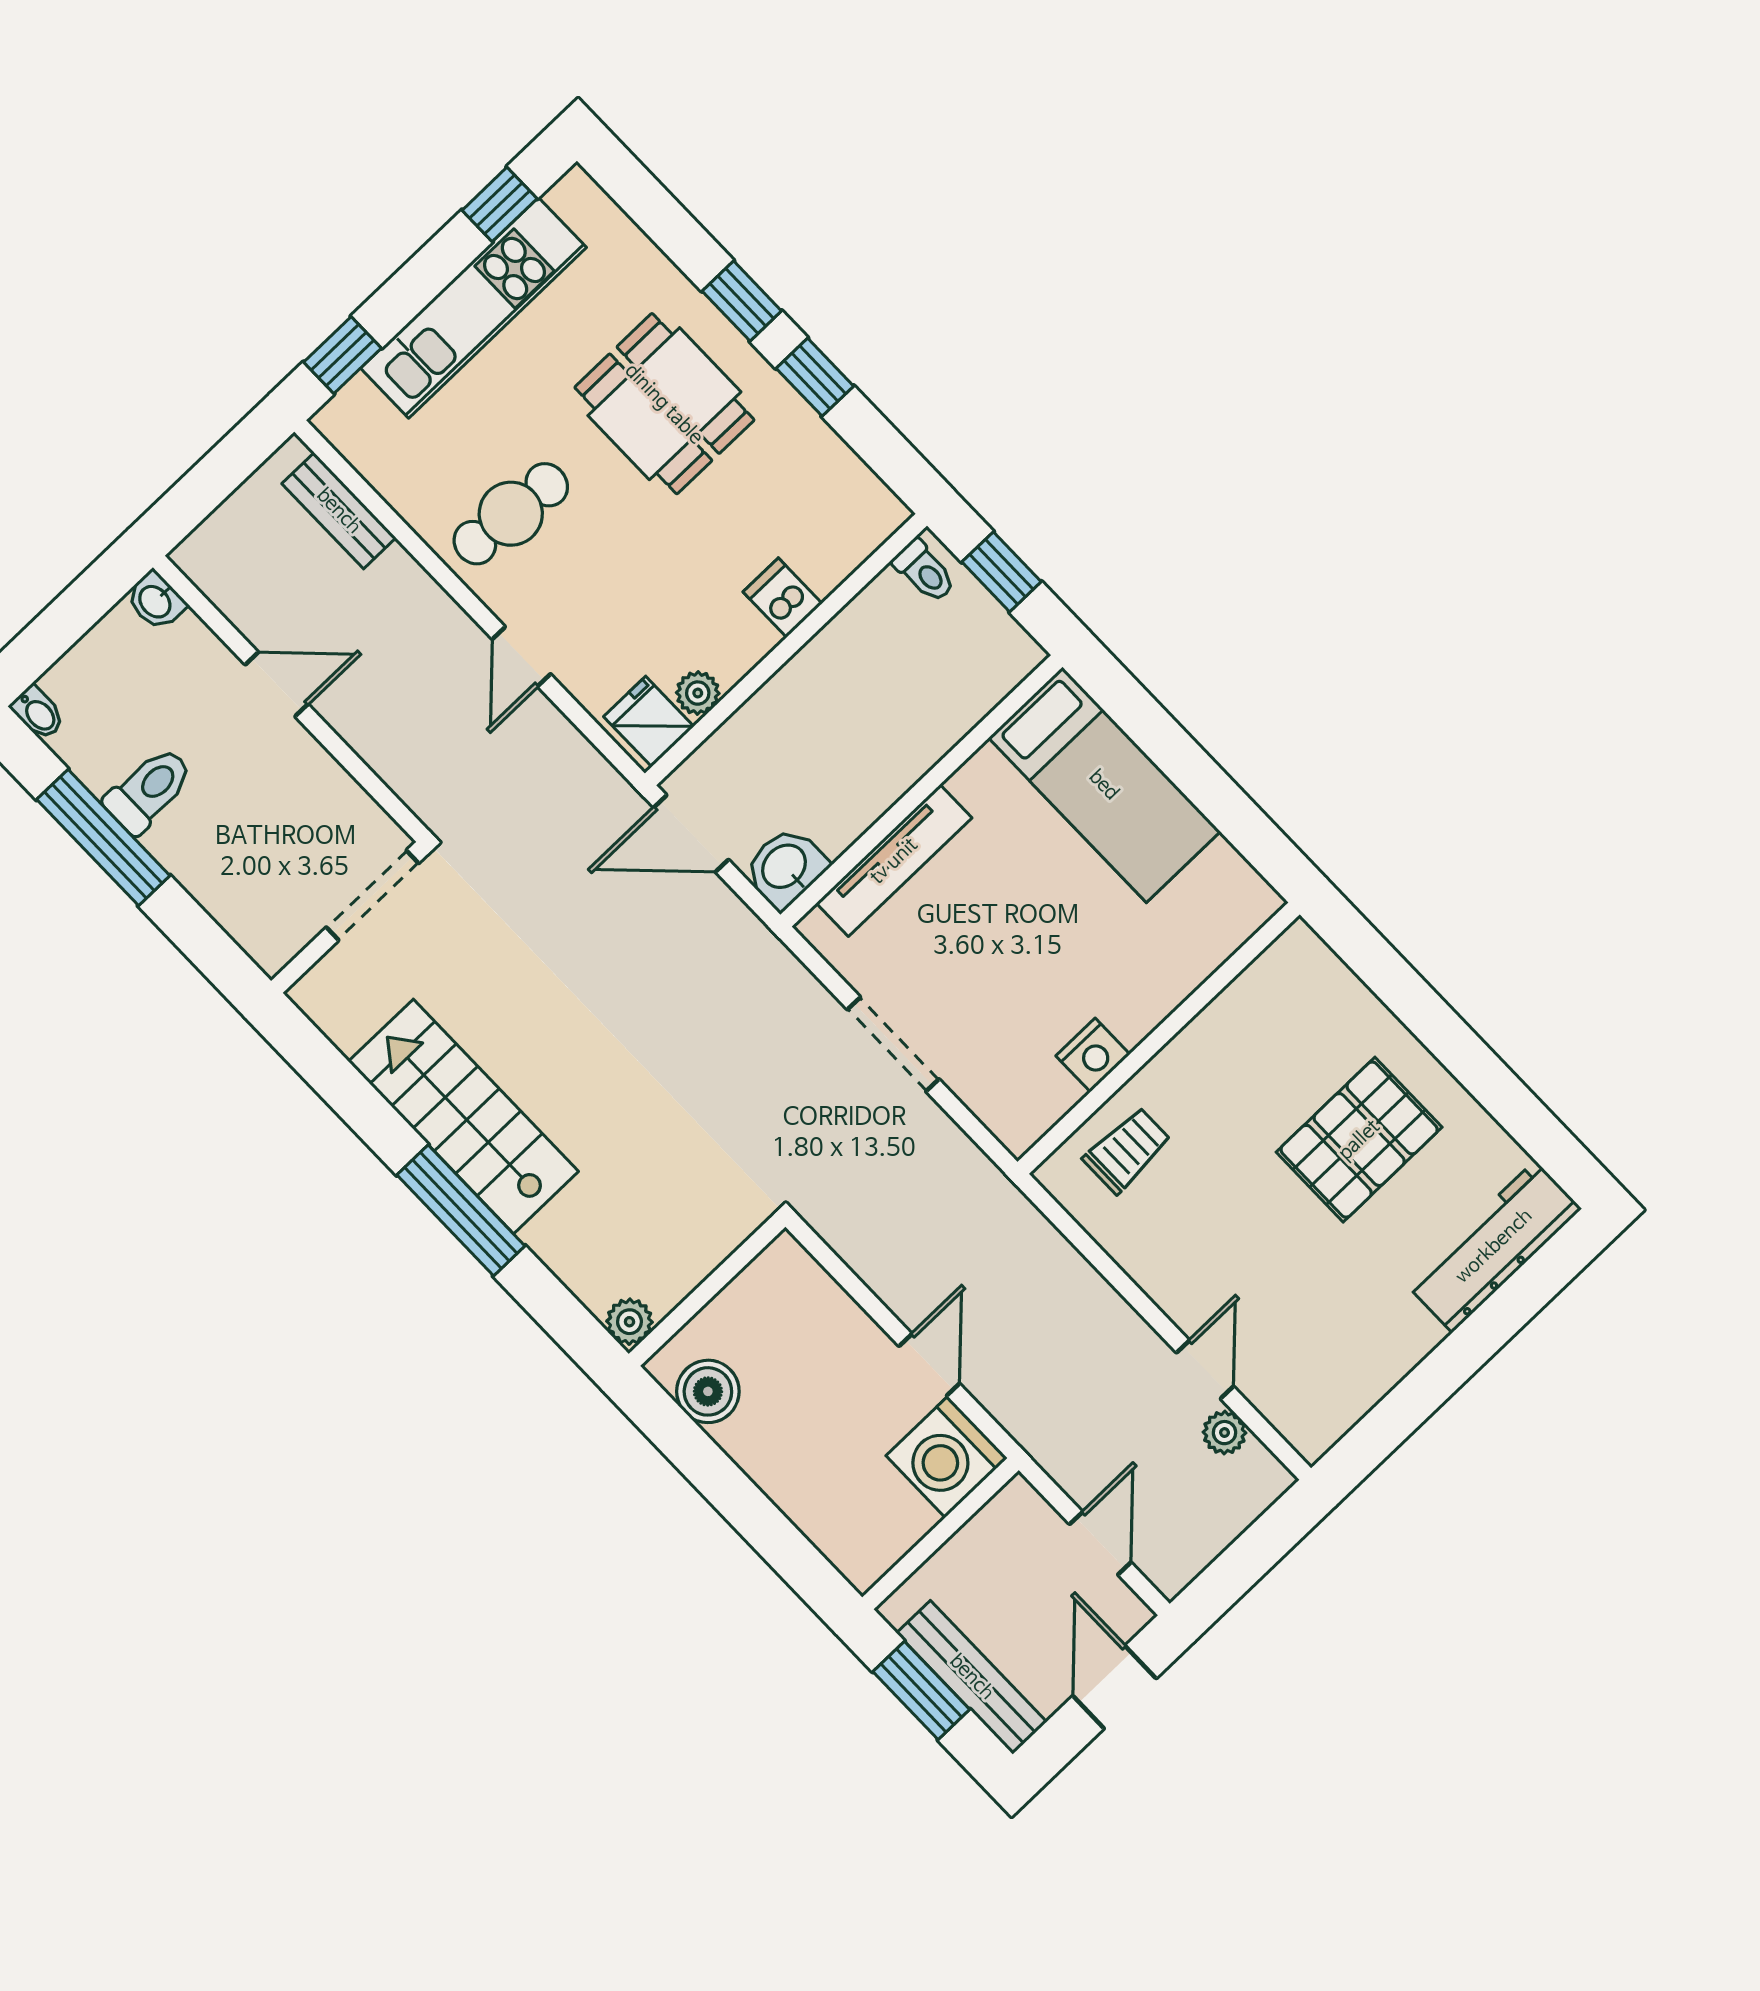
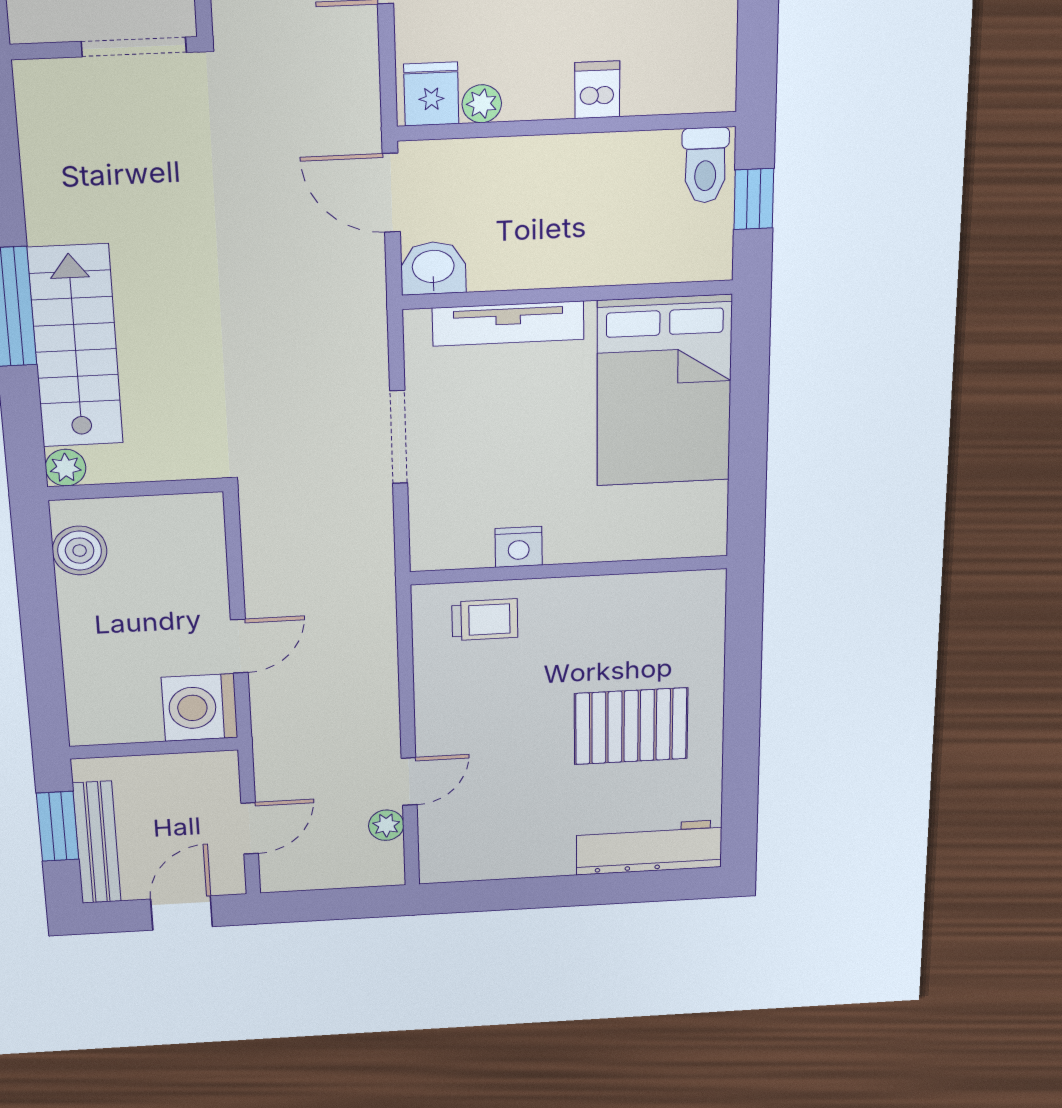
toilet: (924, 571) -> (705, 165), width x1.37, depth x1.39
bed: (1104, 785) -> (664, 391), width x1.50
stairs: (463, 1116) -> (76, 346), moved

